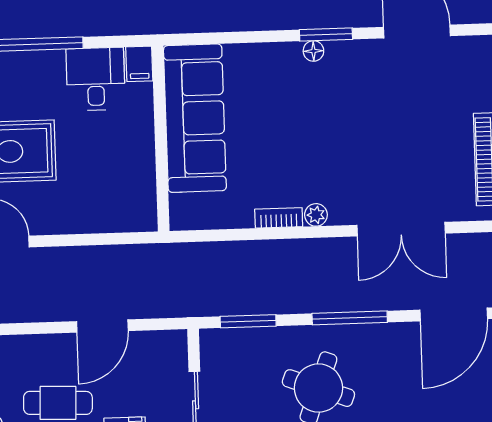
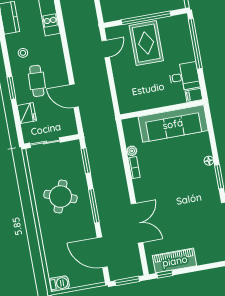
floor lamp: (313, 51) -> (209, 161), moved
plant: (316, 215) -> (132, 151), moved
double door: (401, 229) -> (137, 223), swing flipped

